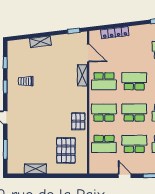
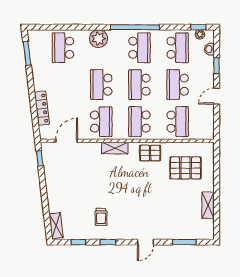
shelving: (40, 42) -> (56, 226), moved
shelving: (82, 75) -> (115, 148), moved

